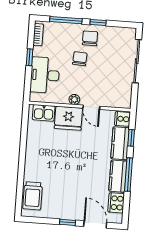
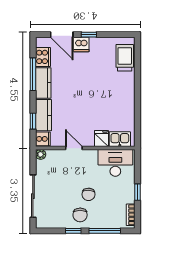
desk: (45, 75) -> (115, 163), moved, turned -90
plant: (74, 99) -> (41, 154), moved
fridge: (68, 118) -> (101, 139), width x0.53, depth x0.75
window: (129, 175) -> (33, 74), moved
dishwasher: (76, 213) -> (81, 44), added

